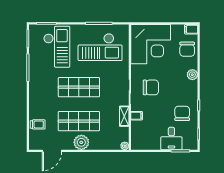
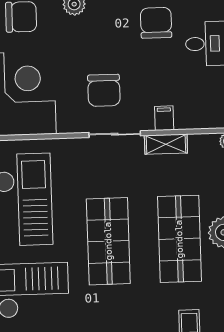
chair: (151, 87) -> (104, 90), turned 180
chair: (182, 113) -> (156, 23), turned 90

